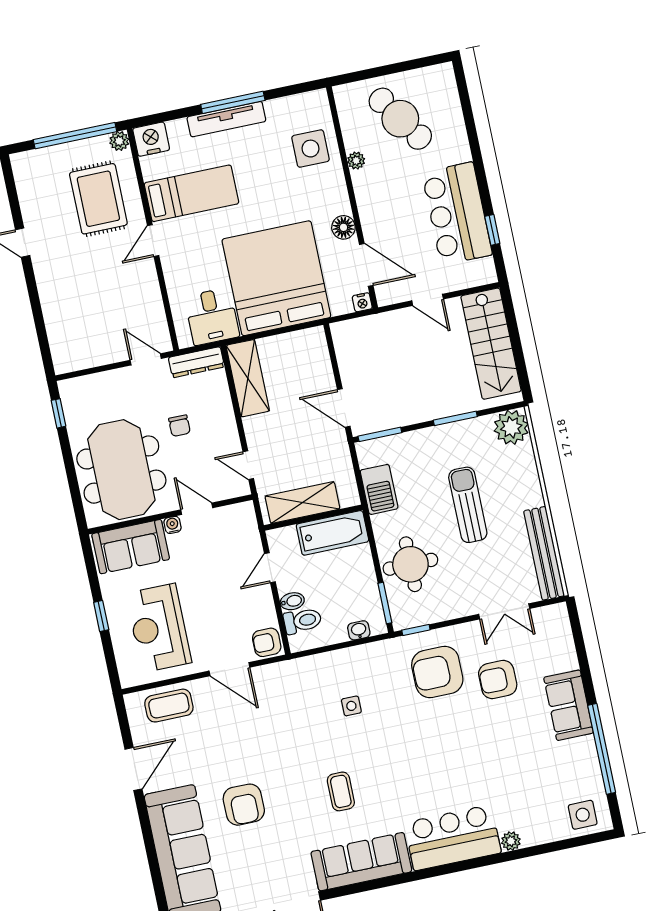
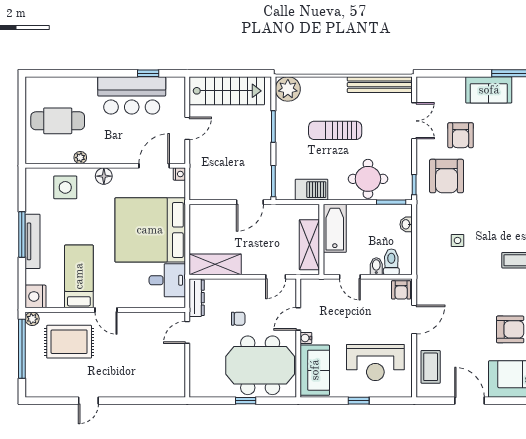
cafe table: (400, 119) -> (58, 121), turned 34
floor lamp: (343, 227) -> (104, 176), moved
window: (58, 413) -> (246, 401), moved

